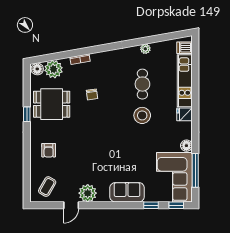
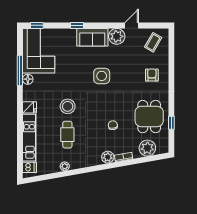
plant: (98, 59) -> (108, 157), added
floor lamp: (37, 69) -> (162, 148), removed
dining table: (52, 104) -> (149, 117), turned 90
window: (27, 114) -> (171, 123), moved
side table: (104, 149) -> (102, 76), added
window: (195, 170) -> (20, 70), moved
sofa: (127, 192) -> (92, 37), moved
window: (151, 205) -> (77, 25), moved

